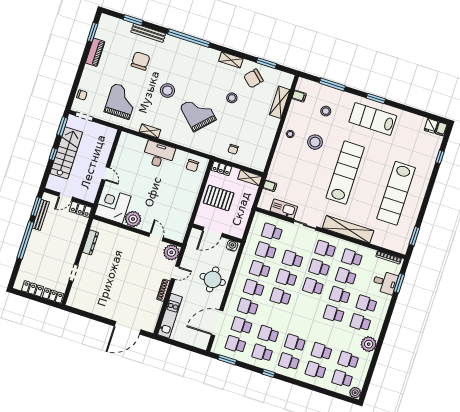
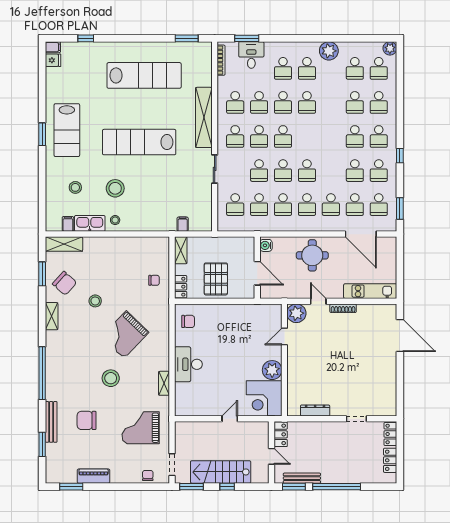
window: (332, 84) -> (42, 190), removed
shelving: (280, 102) -> (64, 244), moved
kitchen sink: (284, 209) -> (90, 223), moved, turned 90

